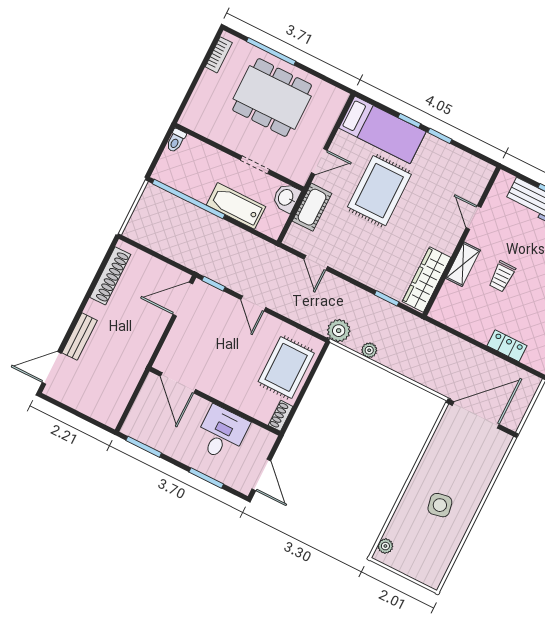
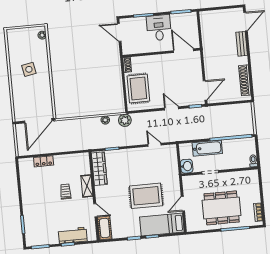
door: (319, 162) -> (183, 204), moved
rug: (379, 191) -> (146, 196), turned 90
cot: (312, 207) -> (105, 228), moved
desk: (222, 433) -> (159, 28), moved, turned 180

